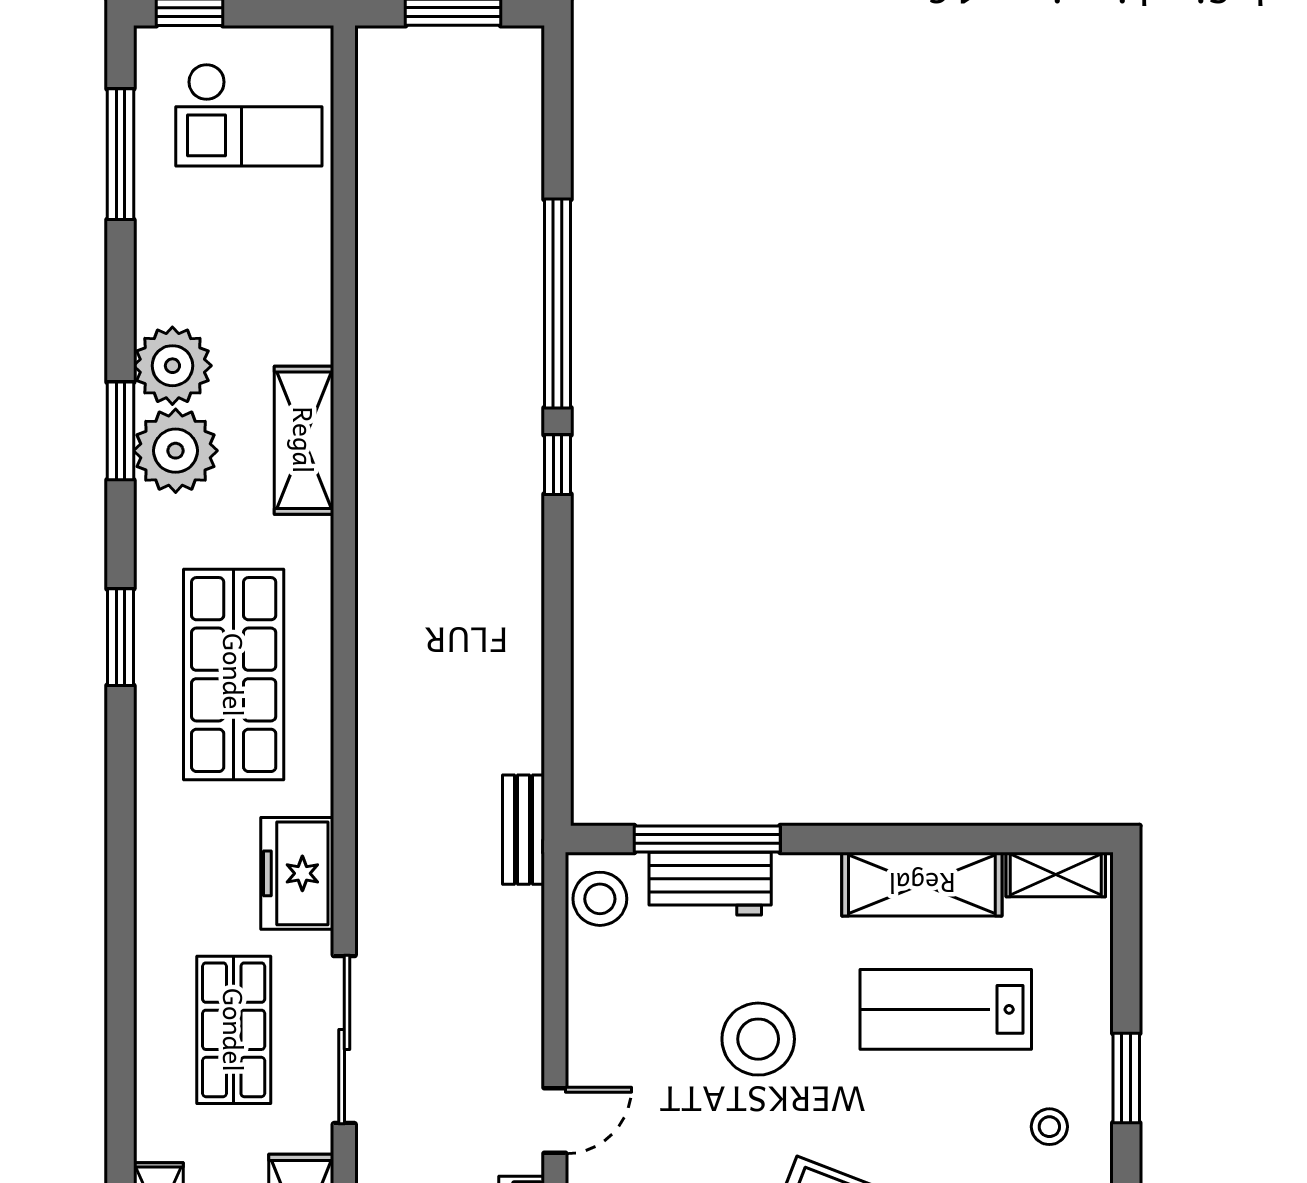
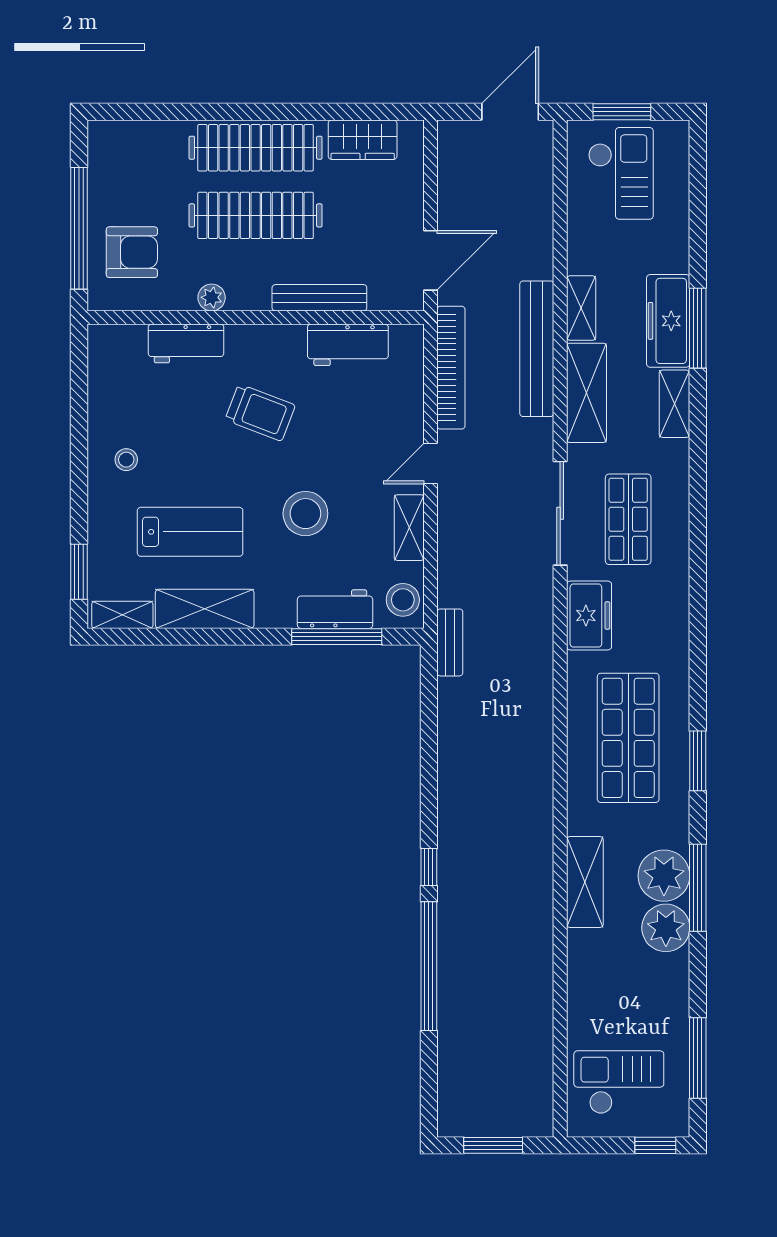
window: (120, 431) -> (698, 888), width x1.44
shelving: (590, 1016) -> (409, 528), added
window: (1126, 1078) -> (79, 572), moved

